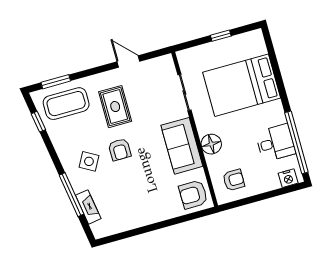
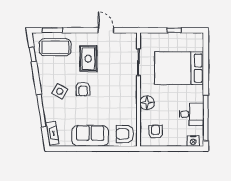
sofa: (182, 146) -> (90, 136), moved, turned 90
armchair: (234, 180) -> (155, 132), turned -90
fireplace: (88, 207) -> (52, 133), moved

